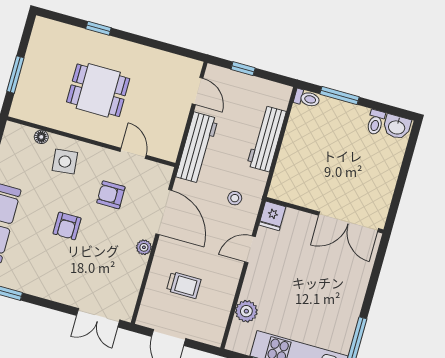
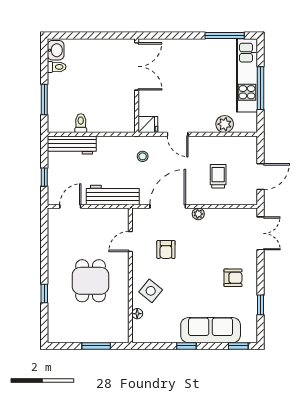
toilet: (307, 98) -> (81, 123), moved
workbench: (266, 139) -> (72, 145), moved
side table: (65, 162) -> (151, 291), turned 45
armchair: (67, 226) -> (233, 278), moved

